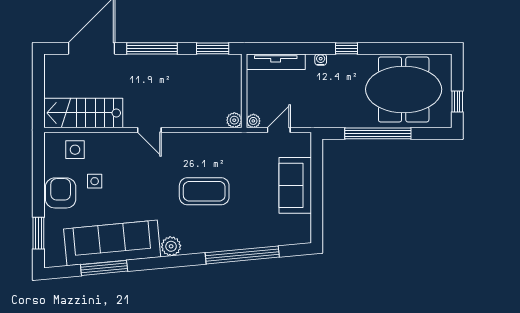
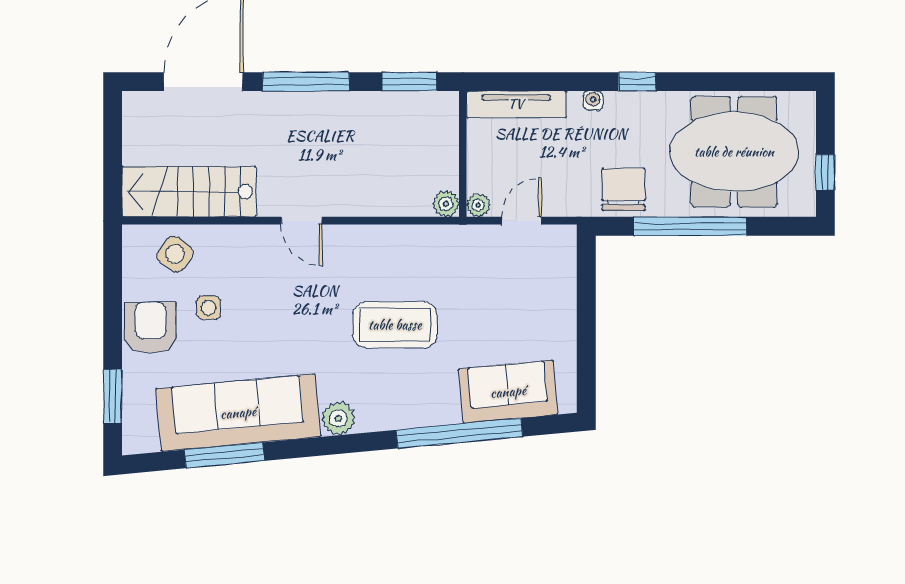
chair: (339, 112) -> (623, 190), added
side table: (75, 150) -> (175, 254), turned 38
sofa: (295, 185) -> (508, 392), moved, turned 85

